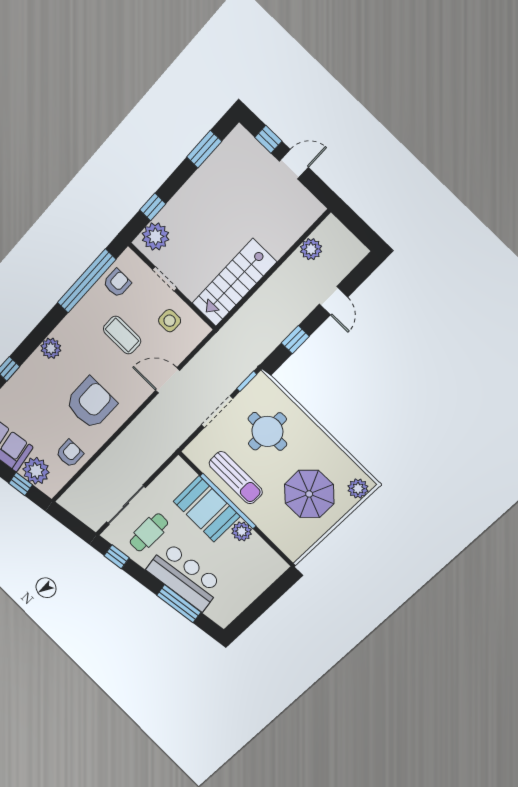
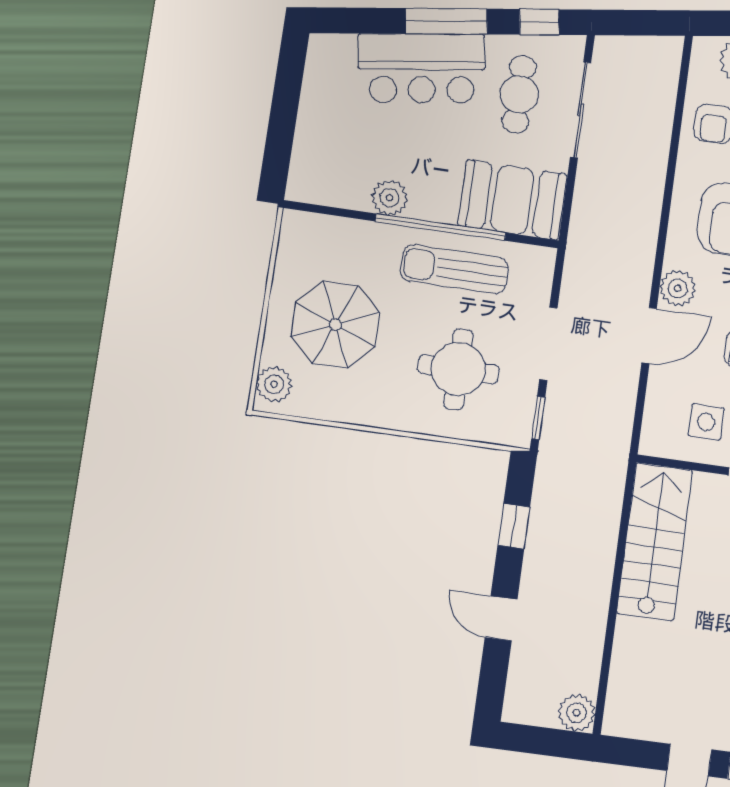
plant: (311, 249) -> (577, 713), moved
plant: (139, 392) -> (678, 288), added
booth: (206, 509) -> (512, 200), moved
window: (179, 604) -> (447, 21), moved

